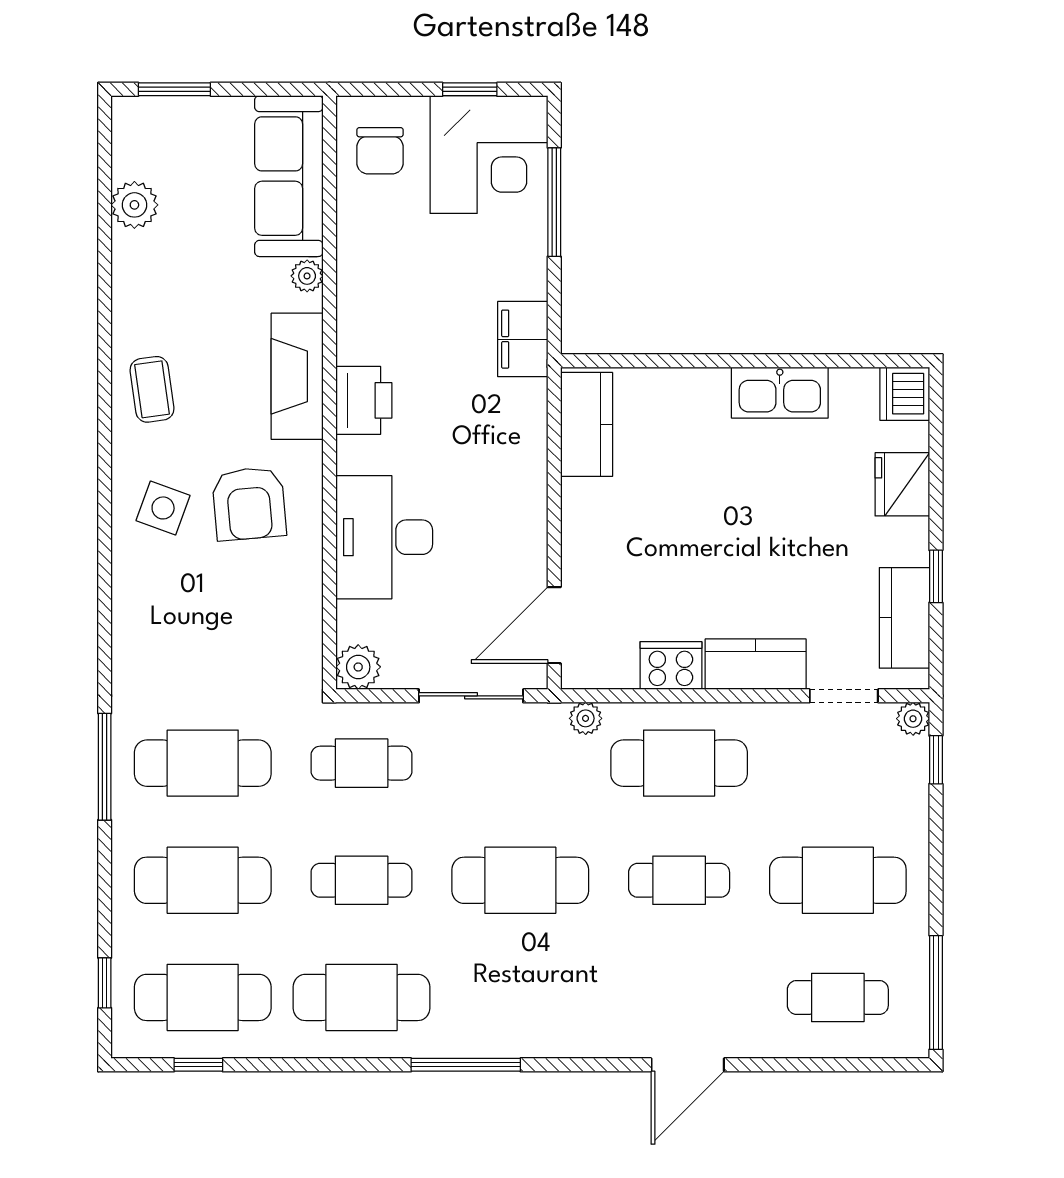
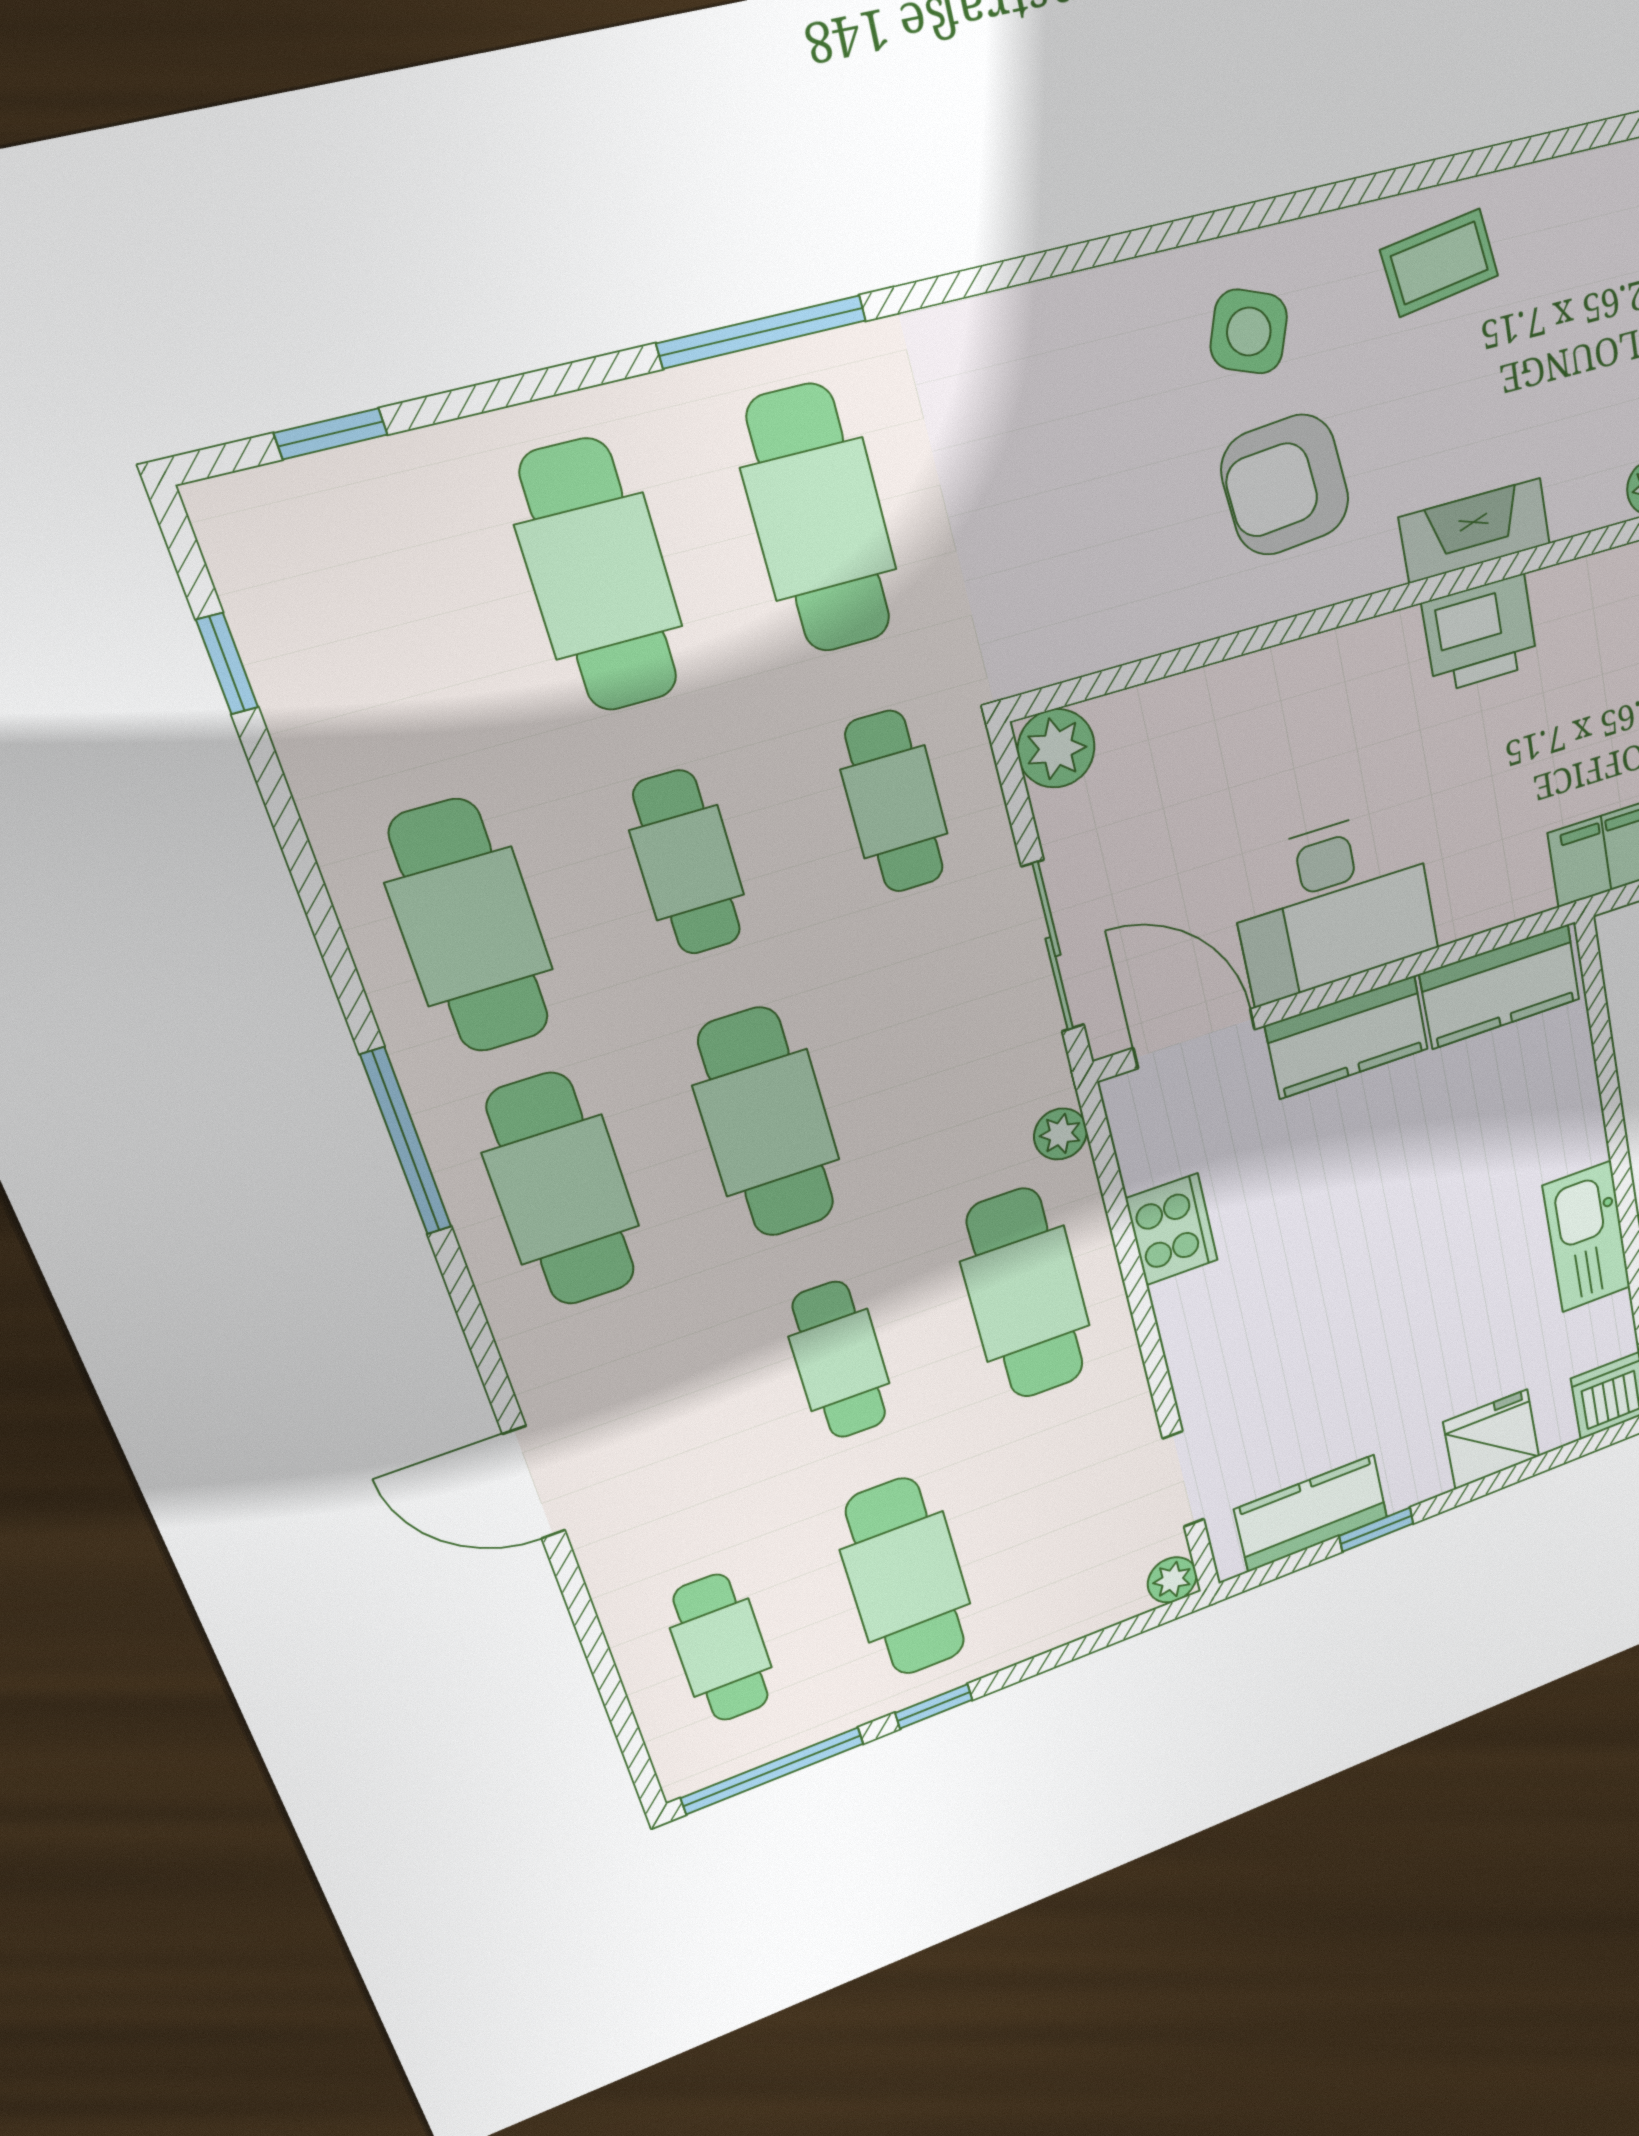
fireplace: (297, 376) -> (1475, 531), width x0.73, depth x0.76
desk: (384, 537) -> (1333, 905), moved, turned 180
kitchen counter: (756, 664) -> (1347, 1037), moved, turned 90
window: (936, 760) -> (934, 1706), moved
cafe table: (203, 997) -> (561, 1190), moved

